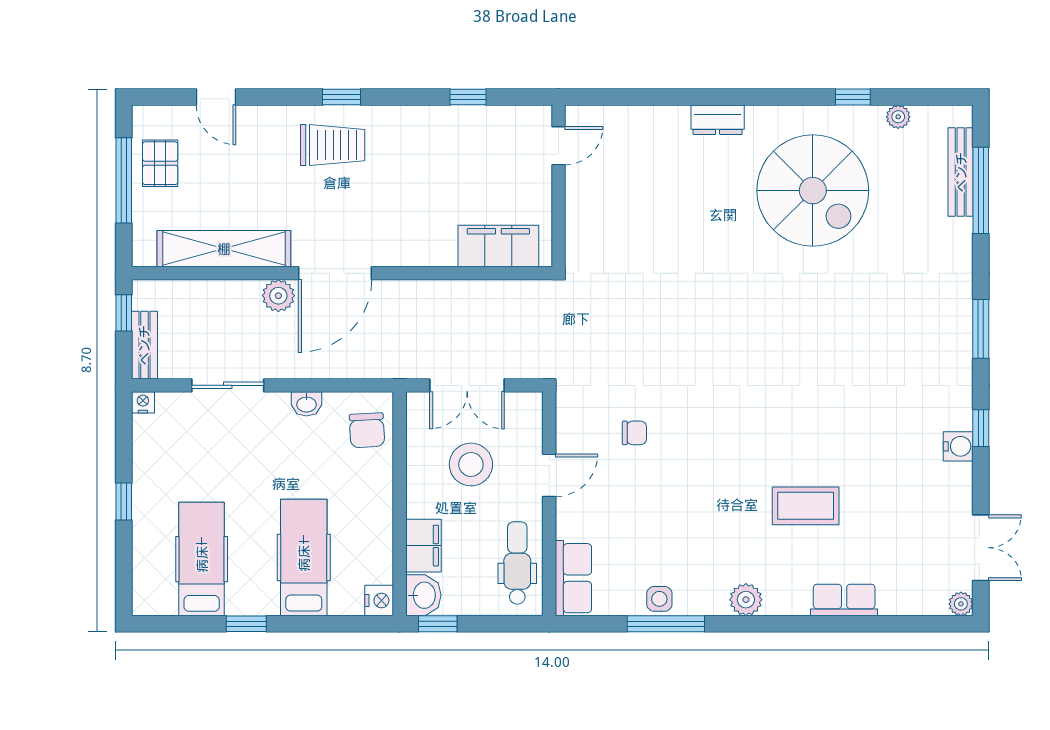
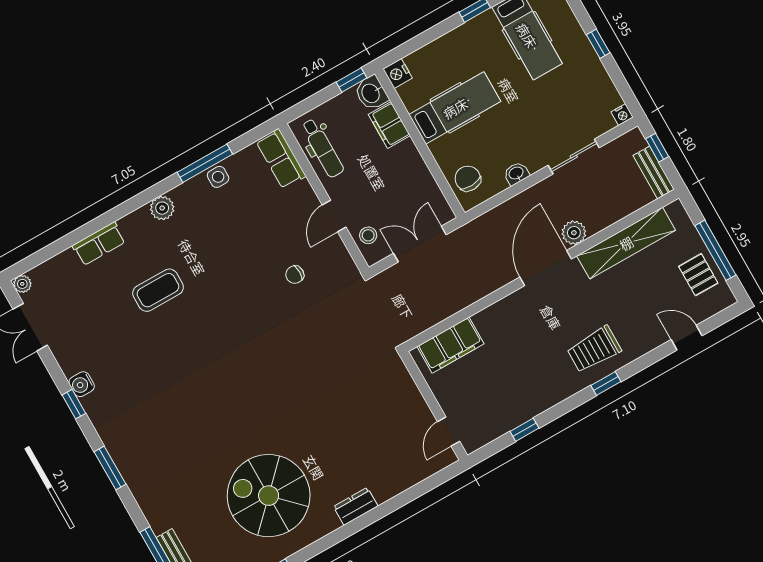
window: (124, 313) -> (657, 148), moved
bench: (144, 345) -> (654, 172), moved
stool: (471, 464) -> (368, 235), moved, width x0.53, depth x0.53
hospital bed: (304, 558) -> (455, 108), moved, turned -90

